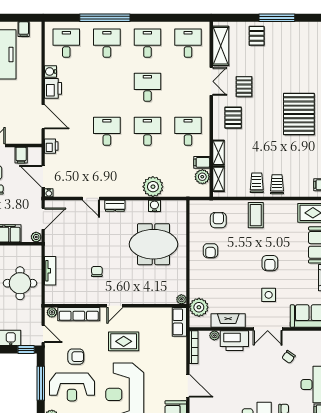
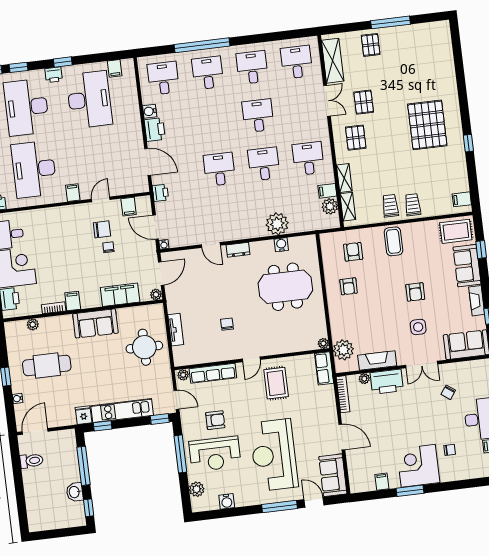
rug: (124, 341) -> (276, 383), moved, turned 90

